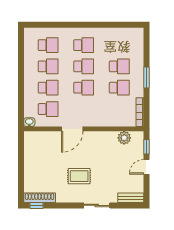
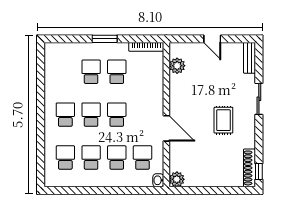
plant: (30, 137) -> (177, 179), added
window: (146, 147) -> (188, 39), removed

